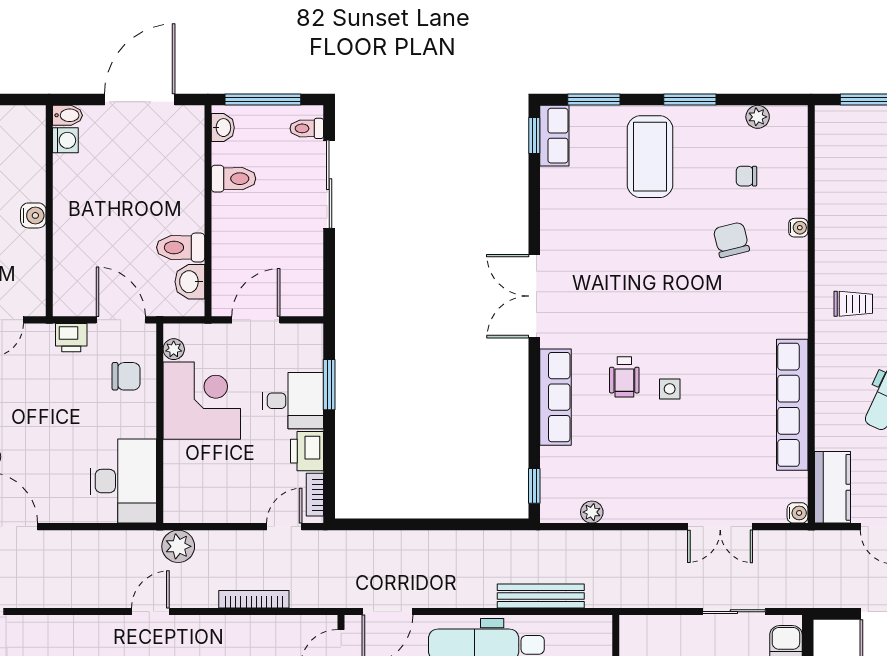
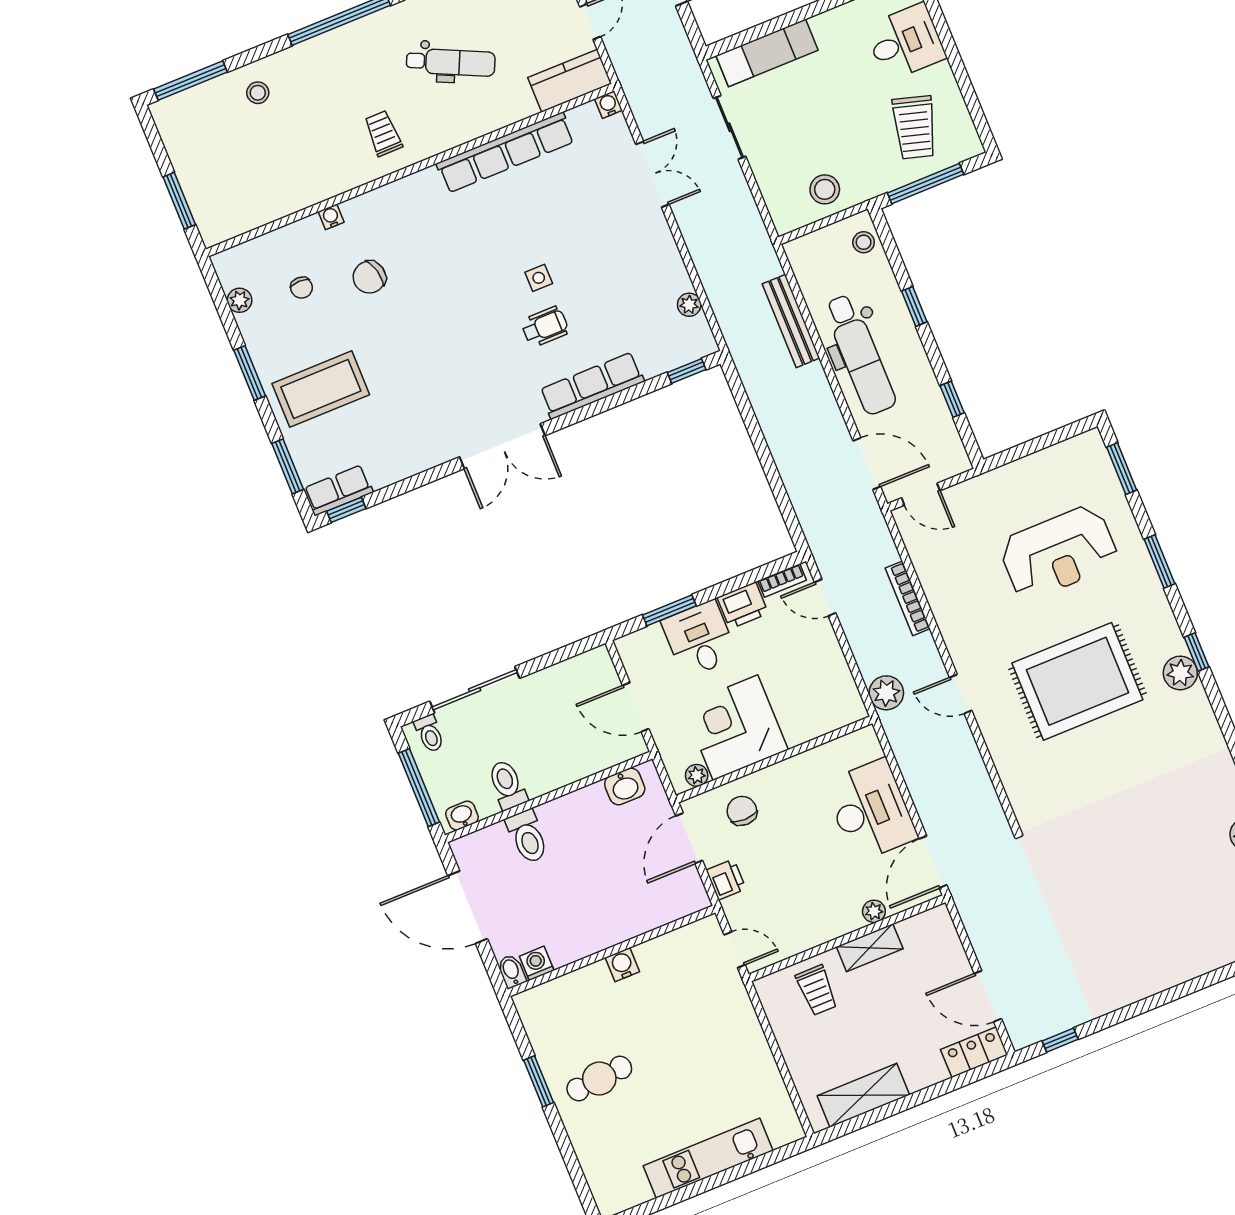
toilet: (181, 247) -> (527, 837), moved
desk: (123, 481) -> (870, 810), moved, turned 90

